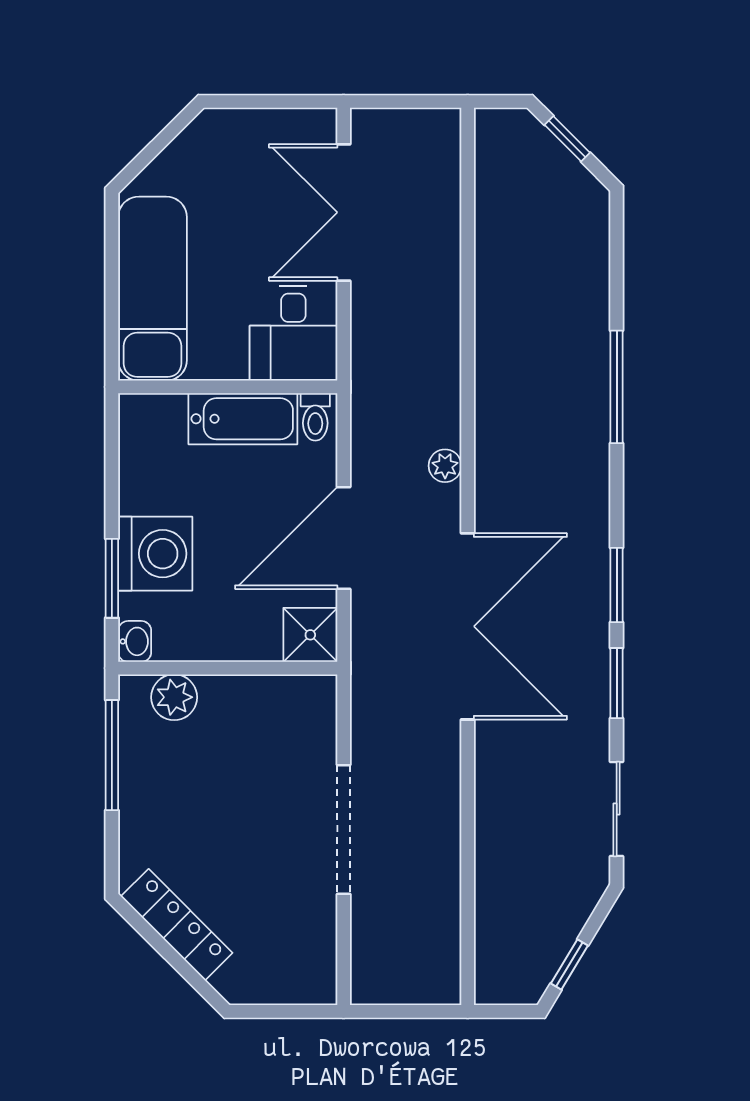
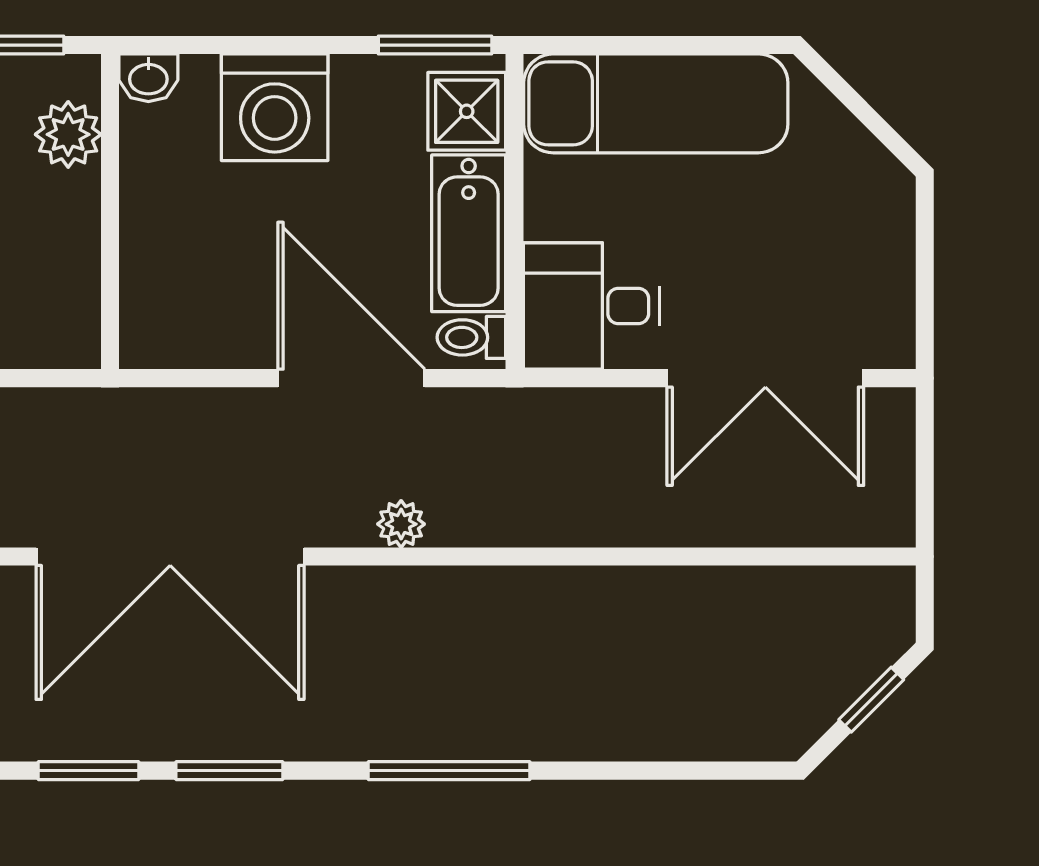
double door: (344, 212) -> (765, 378), swing flipped
window: (617, 387) -> (449, 771), moved
door: (344, 538) -> (351, 378), moved
window: (112, 578) -> (435, 45), moved
shower: (310, 635) -> (467, 111), moved

